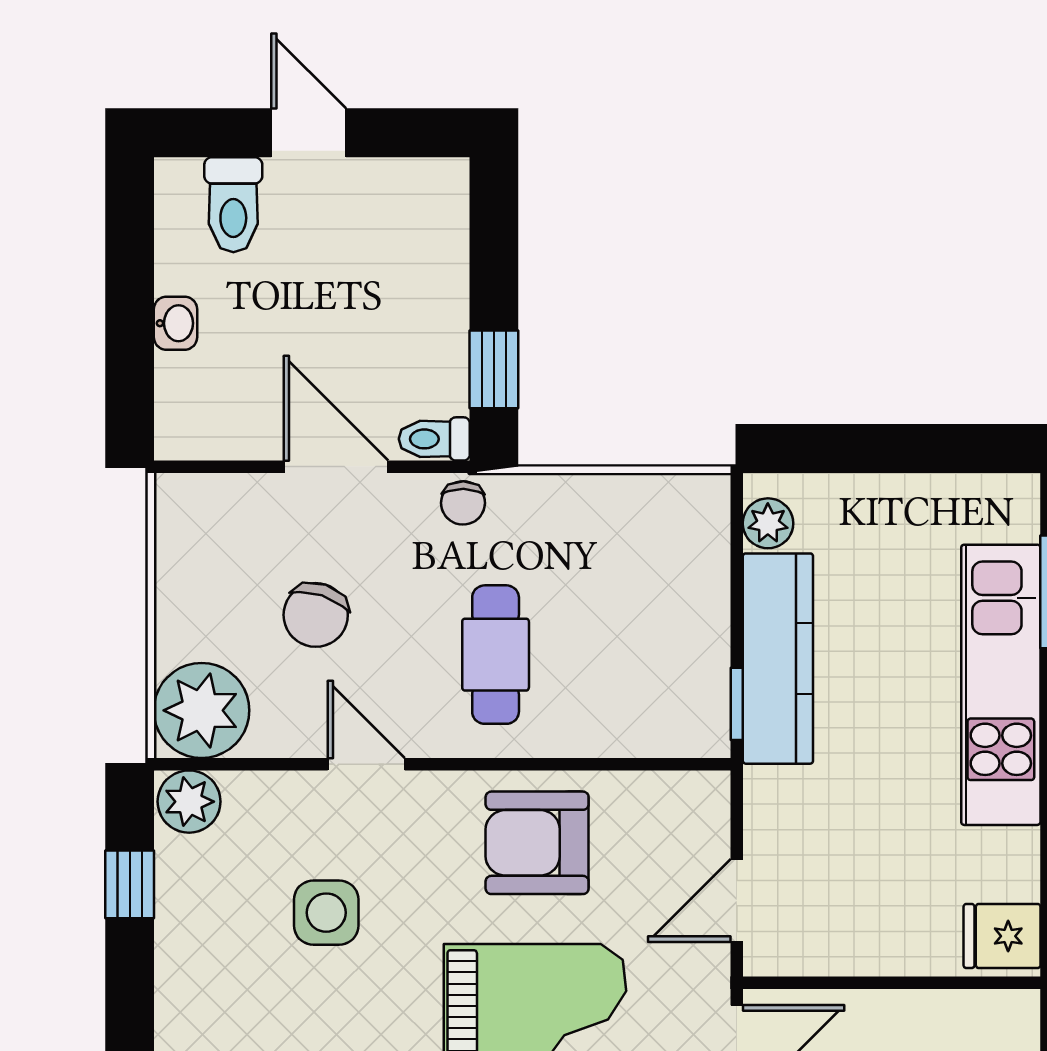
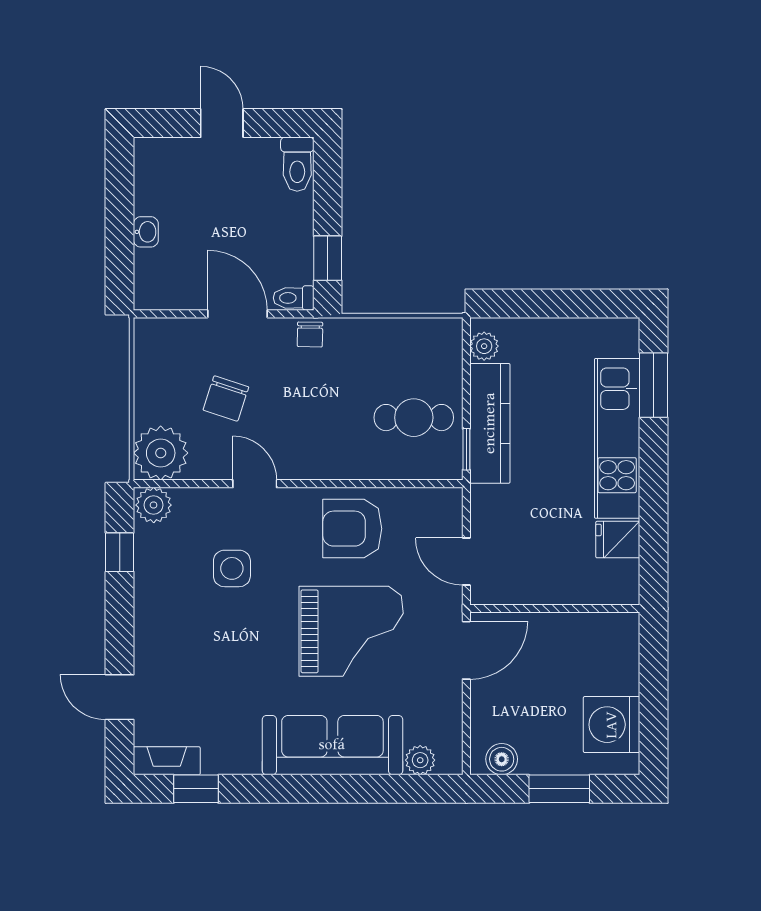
toilet: (233, 205) -> (297, 164), moved
cafe table: (496, 655) -> (414, 418), moved, turned 90
door: (737, 900) -> (466, 562), hinge flipped
fridge: (1002, 936) -> (618, 540), moved

